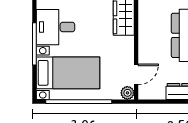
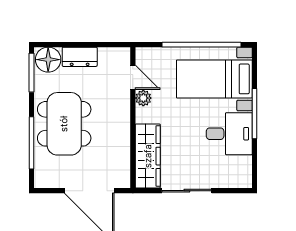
door: (136, 74) -> (133, 77), swing flipped
plant: (127, 93) -> (143, 98), moved

